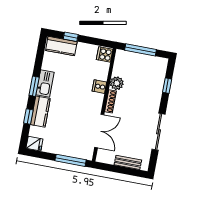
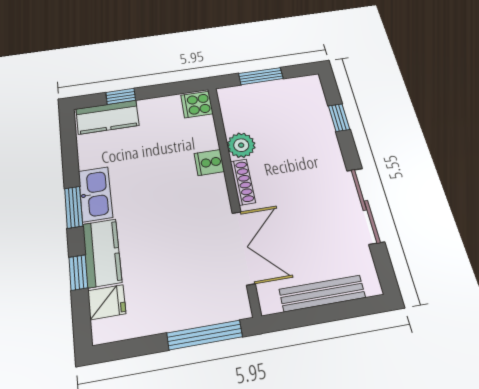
window: (140, 50) -> (261, 76), width x0.69
fridge: (34, 144) -> (107, 302), moved
bench: (128, 162) -> (322, 293), width x1.36

